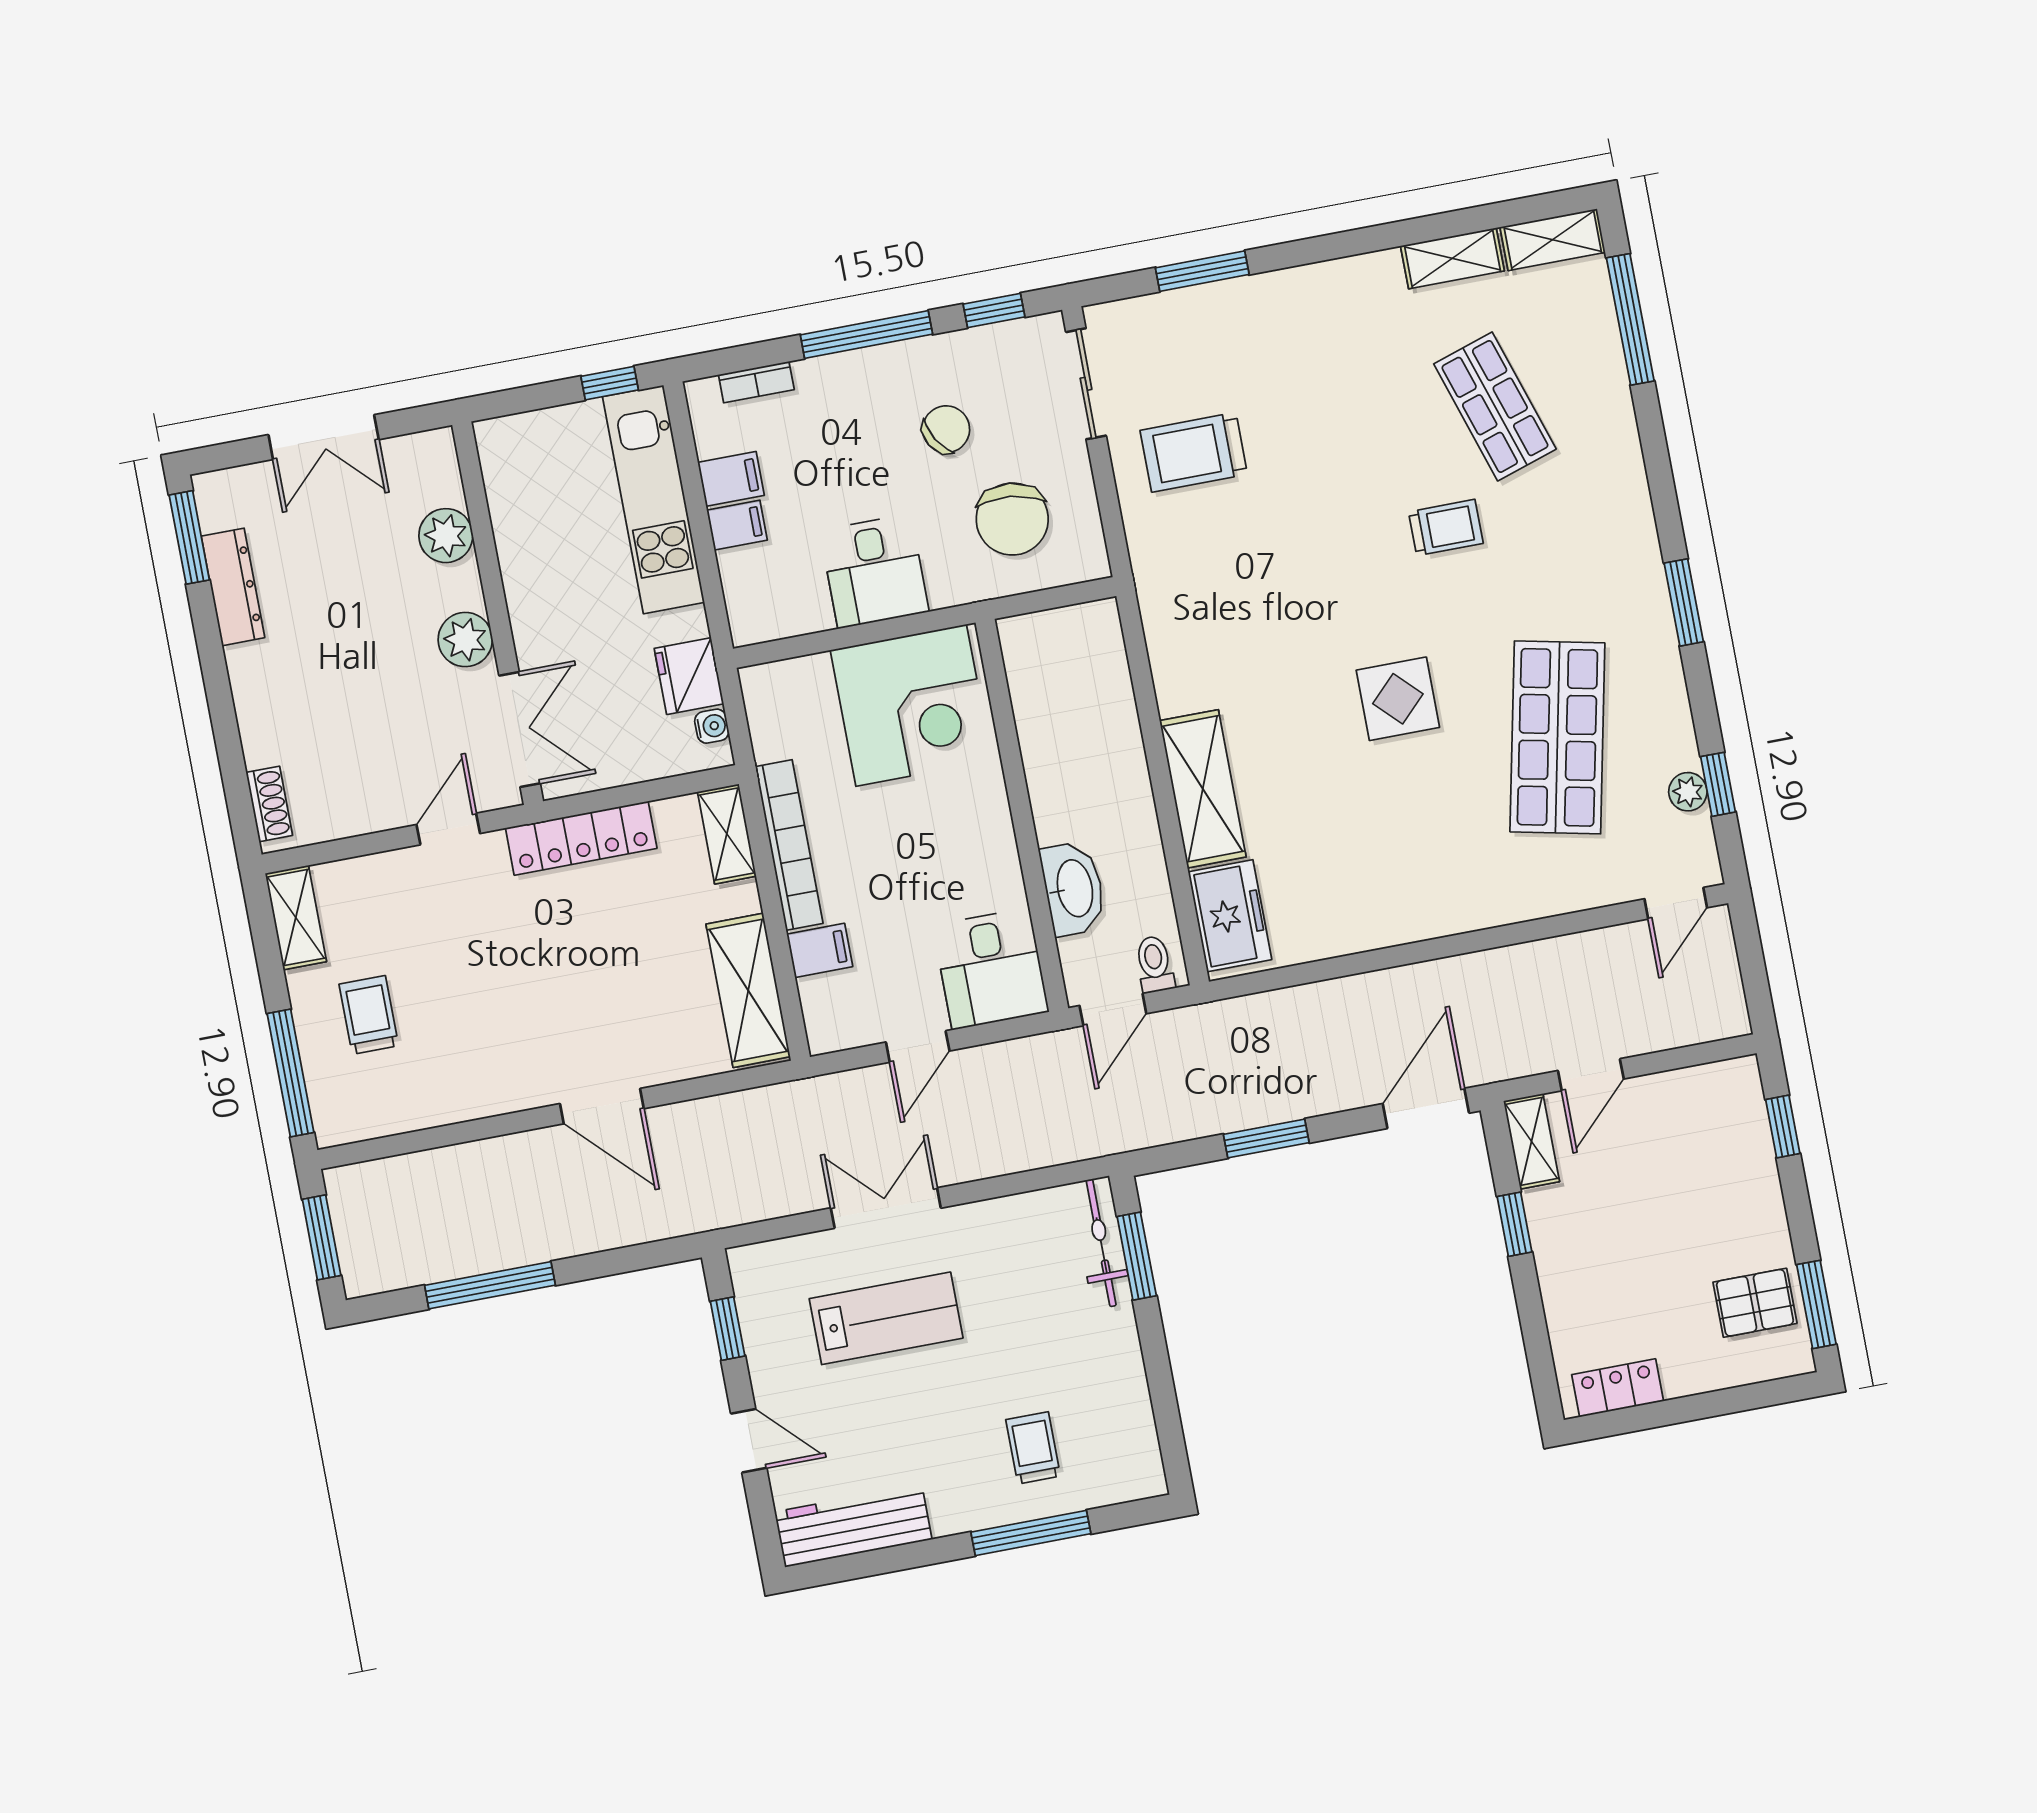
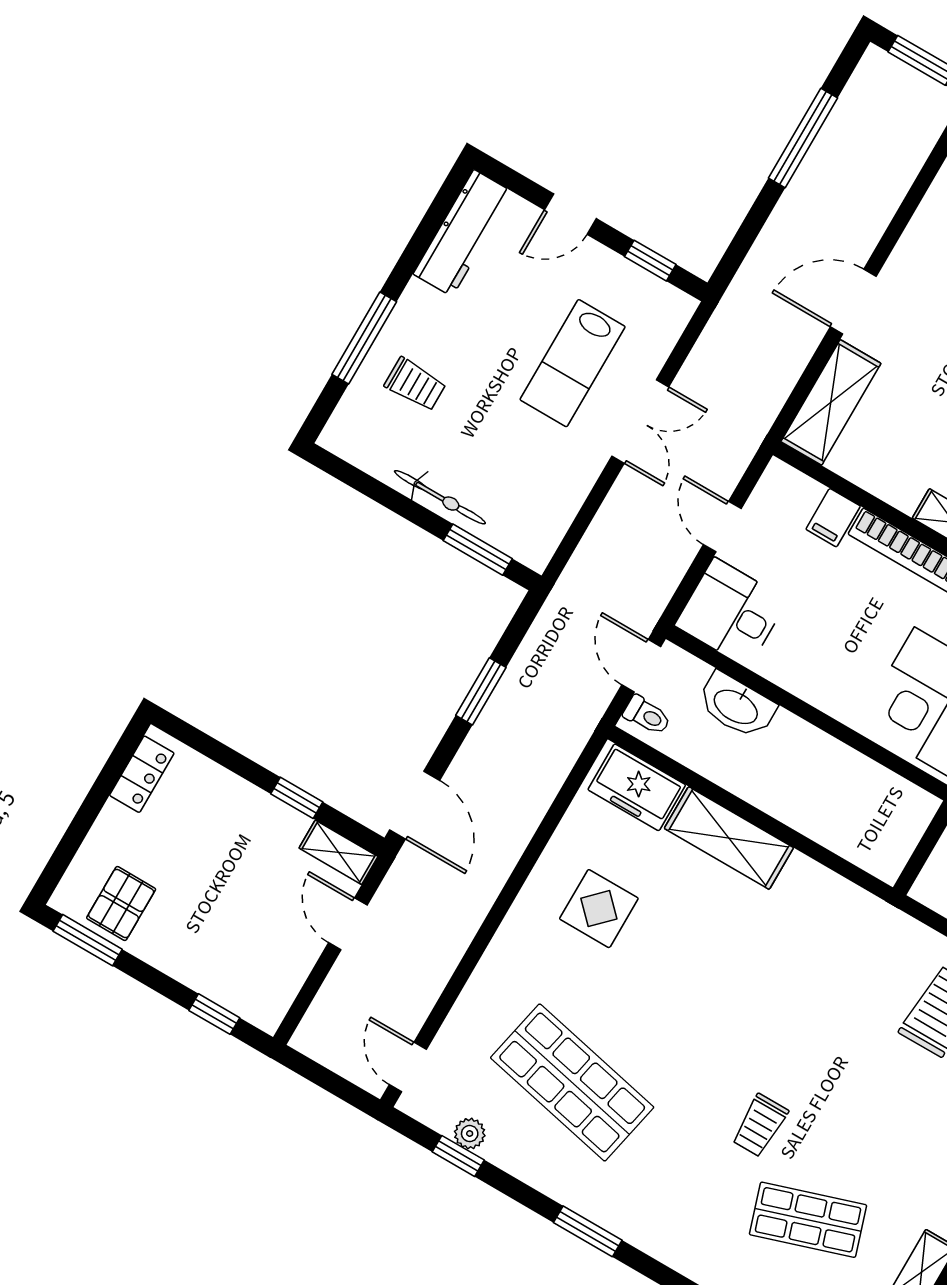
display table: (1398, 699) -> (599, 909), moved
shelving: (748, 990) -> (831, 402), moved, turned 90
bicycle: (1101, 1243) -> (440, 497), moved

